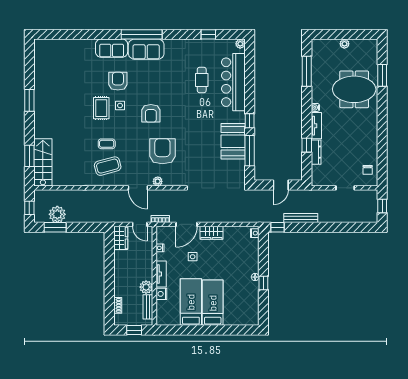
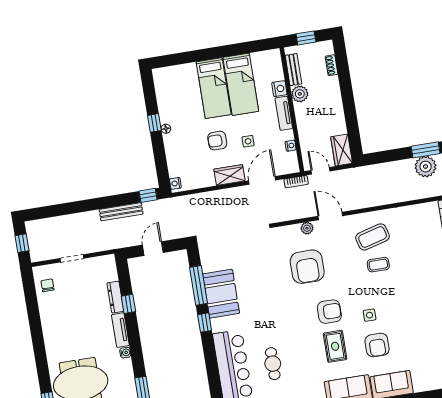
rug: (101, 108) -> (335, 346), moved
armchair: (151, 113) -> (329, 312), turned 90
armchair: (217, 261) -> (217, 141), added

